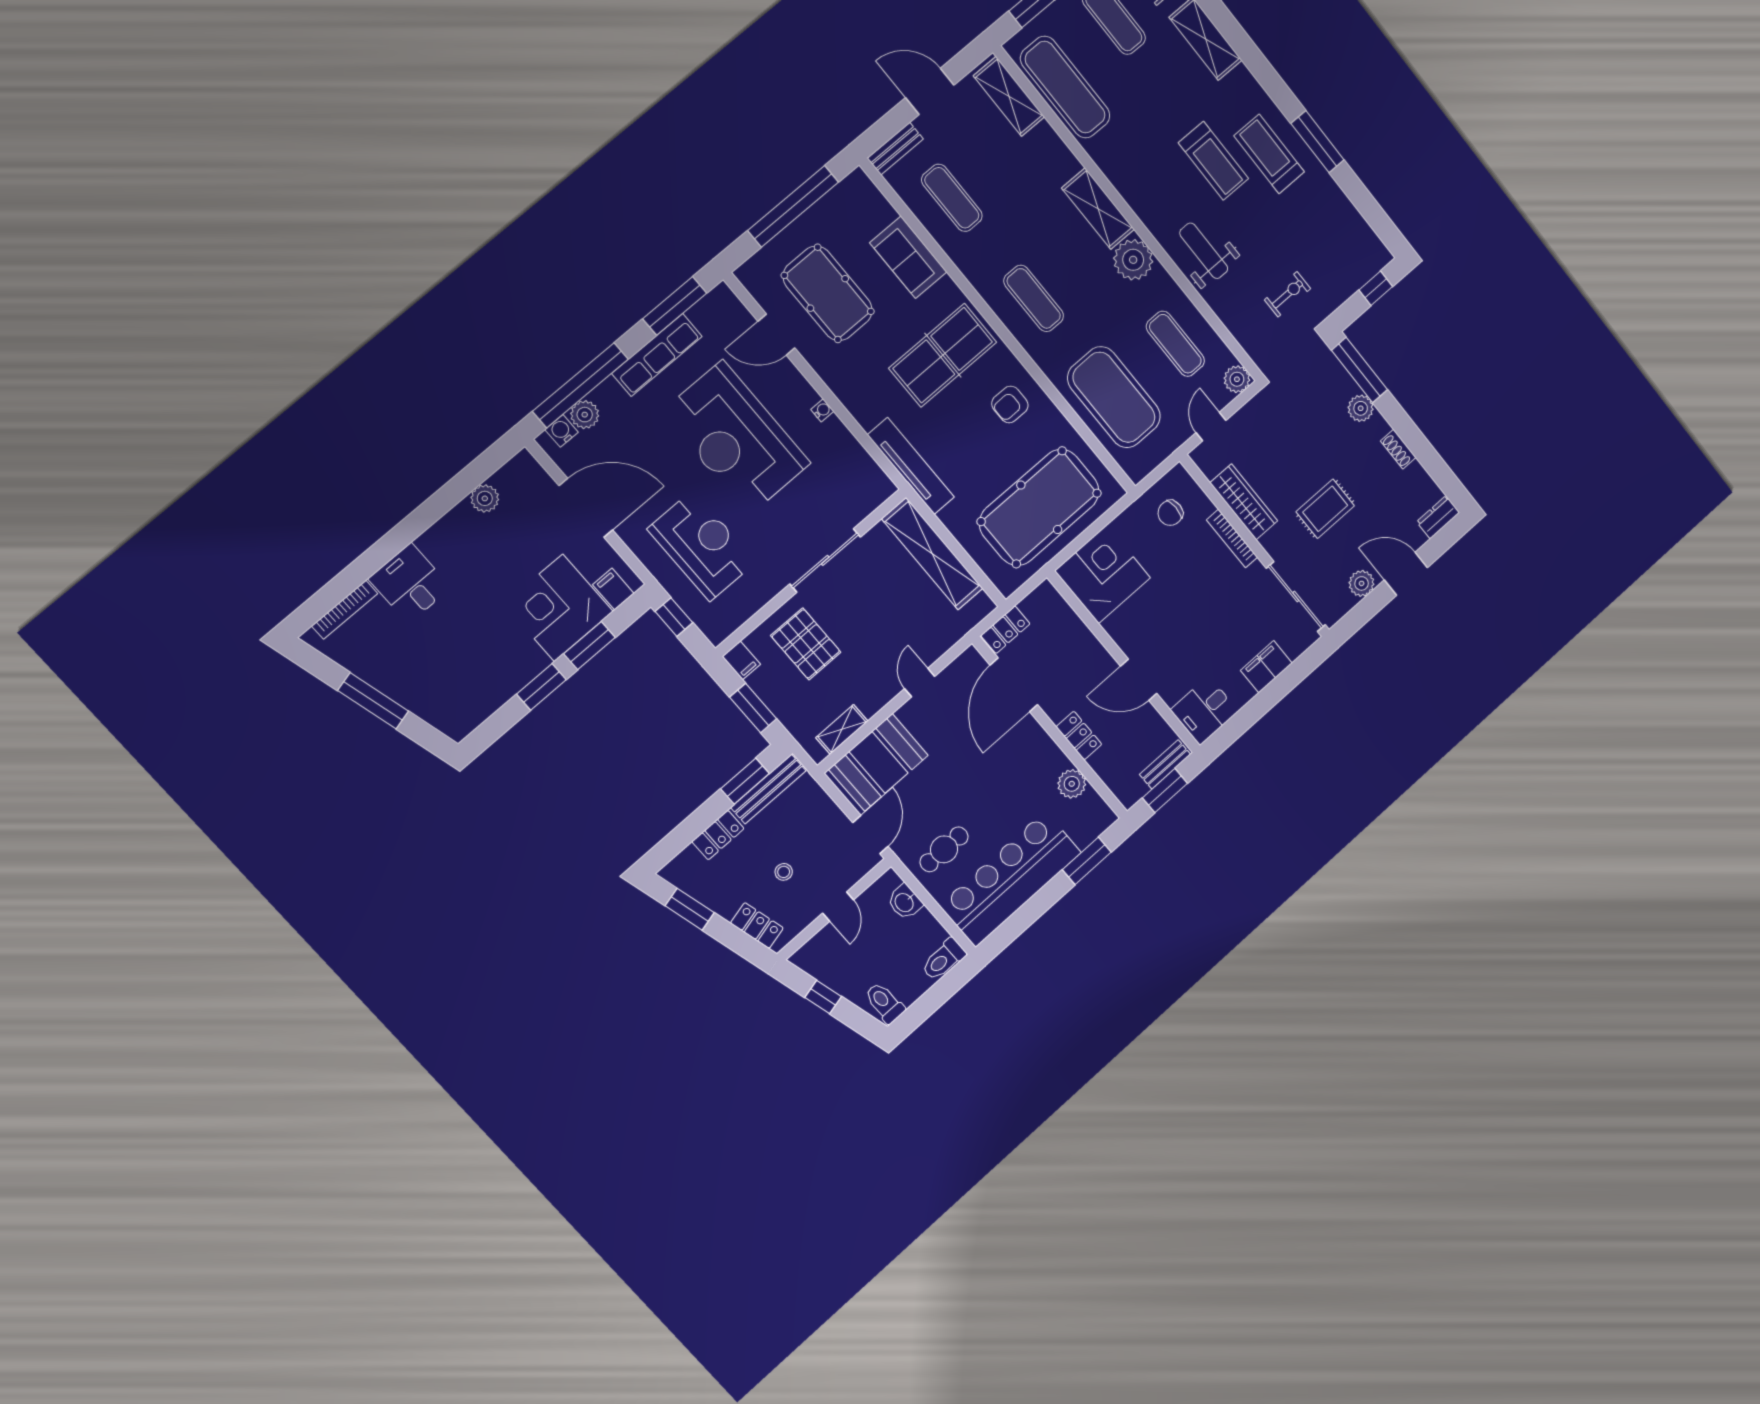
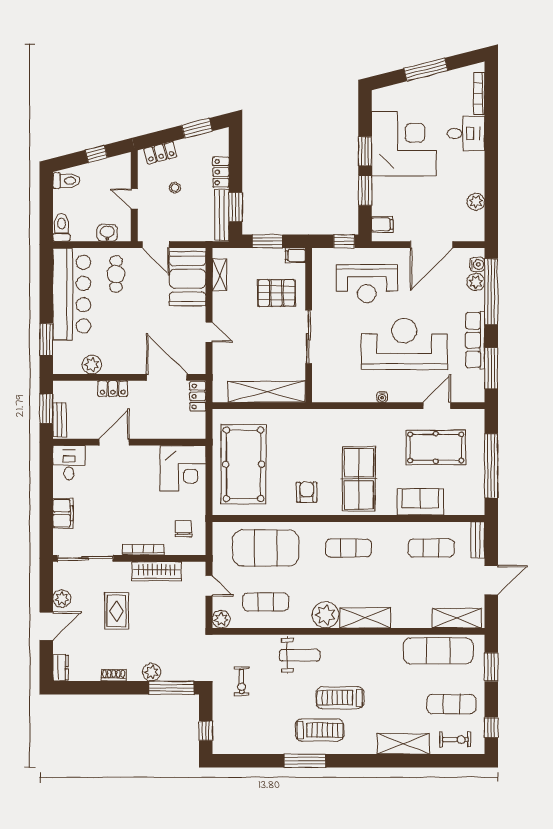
tv unit: (911, 466) -> (318, 418), removed
corner desk: (558, 608) -> (404, 144), moved, width x1.36, depth x1.36

